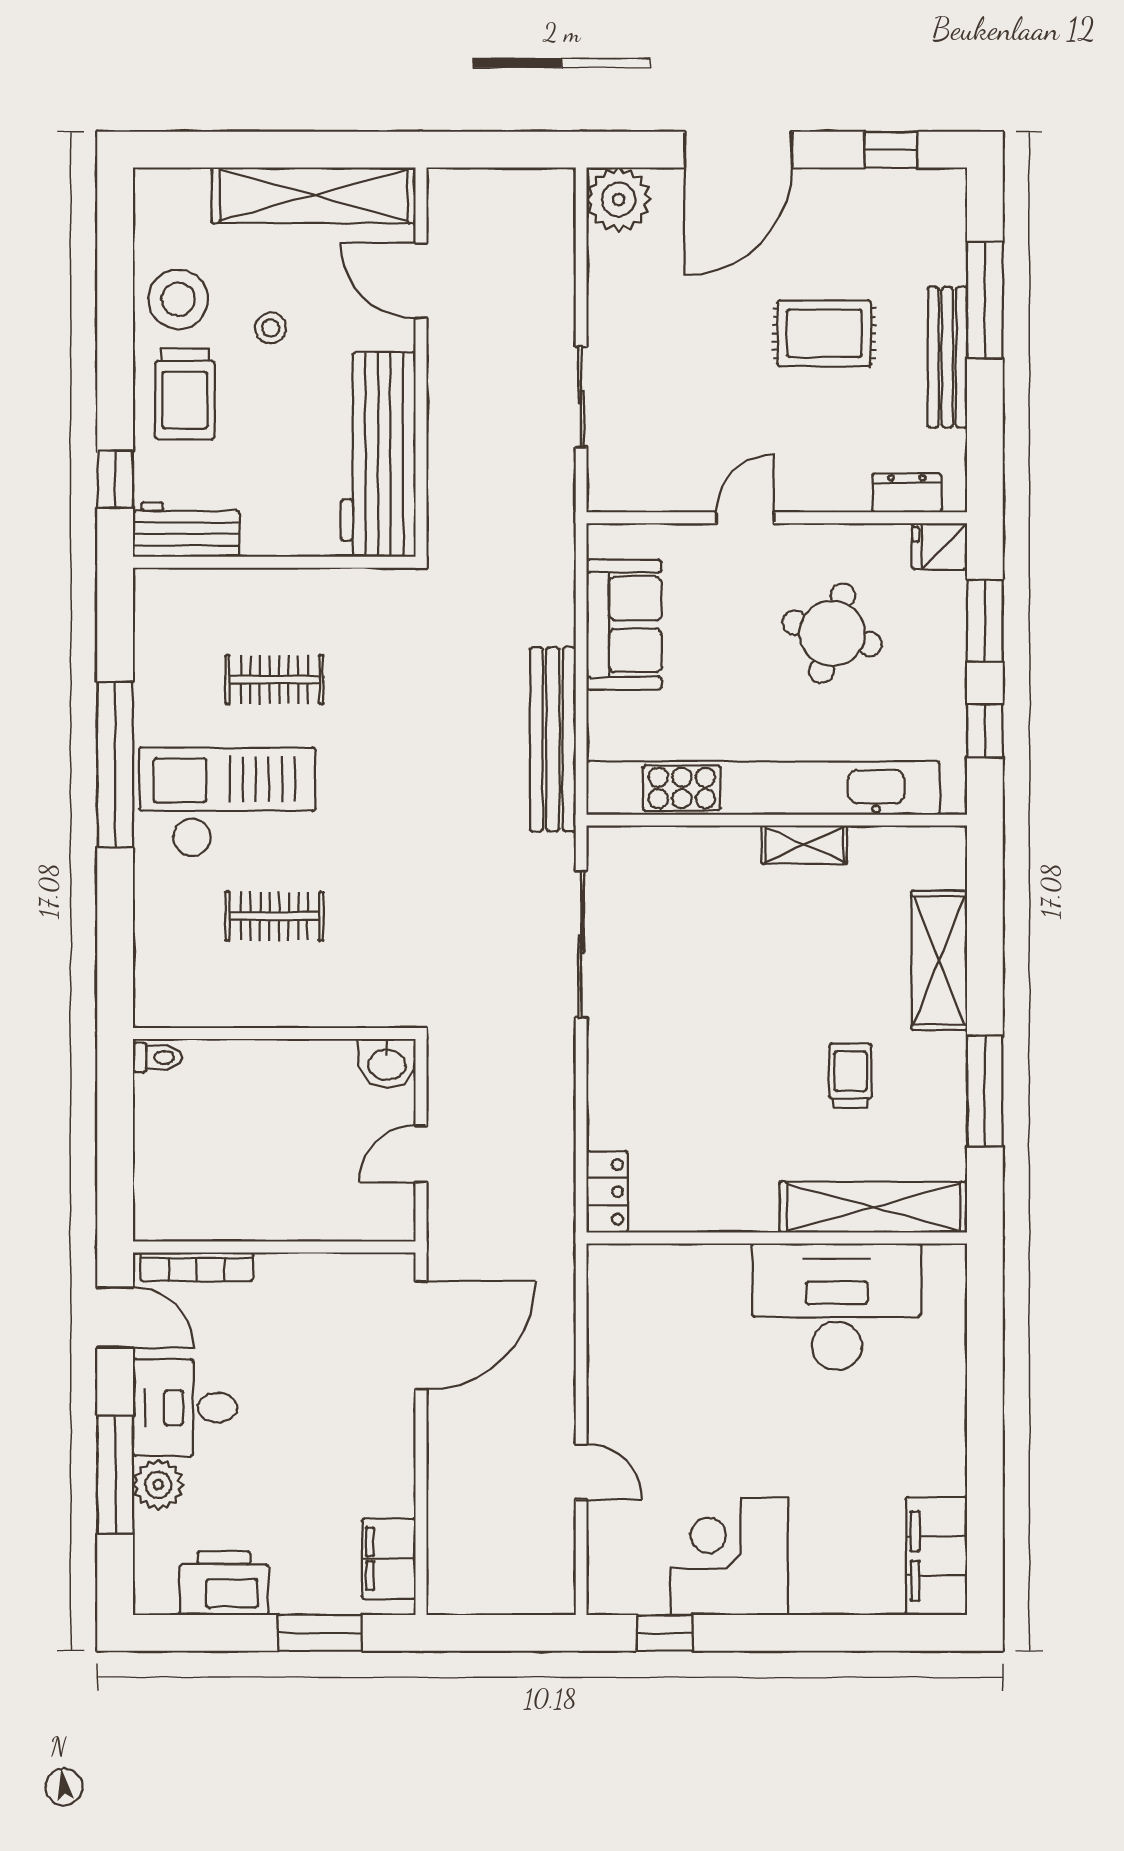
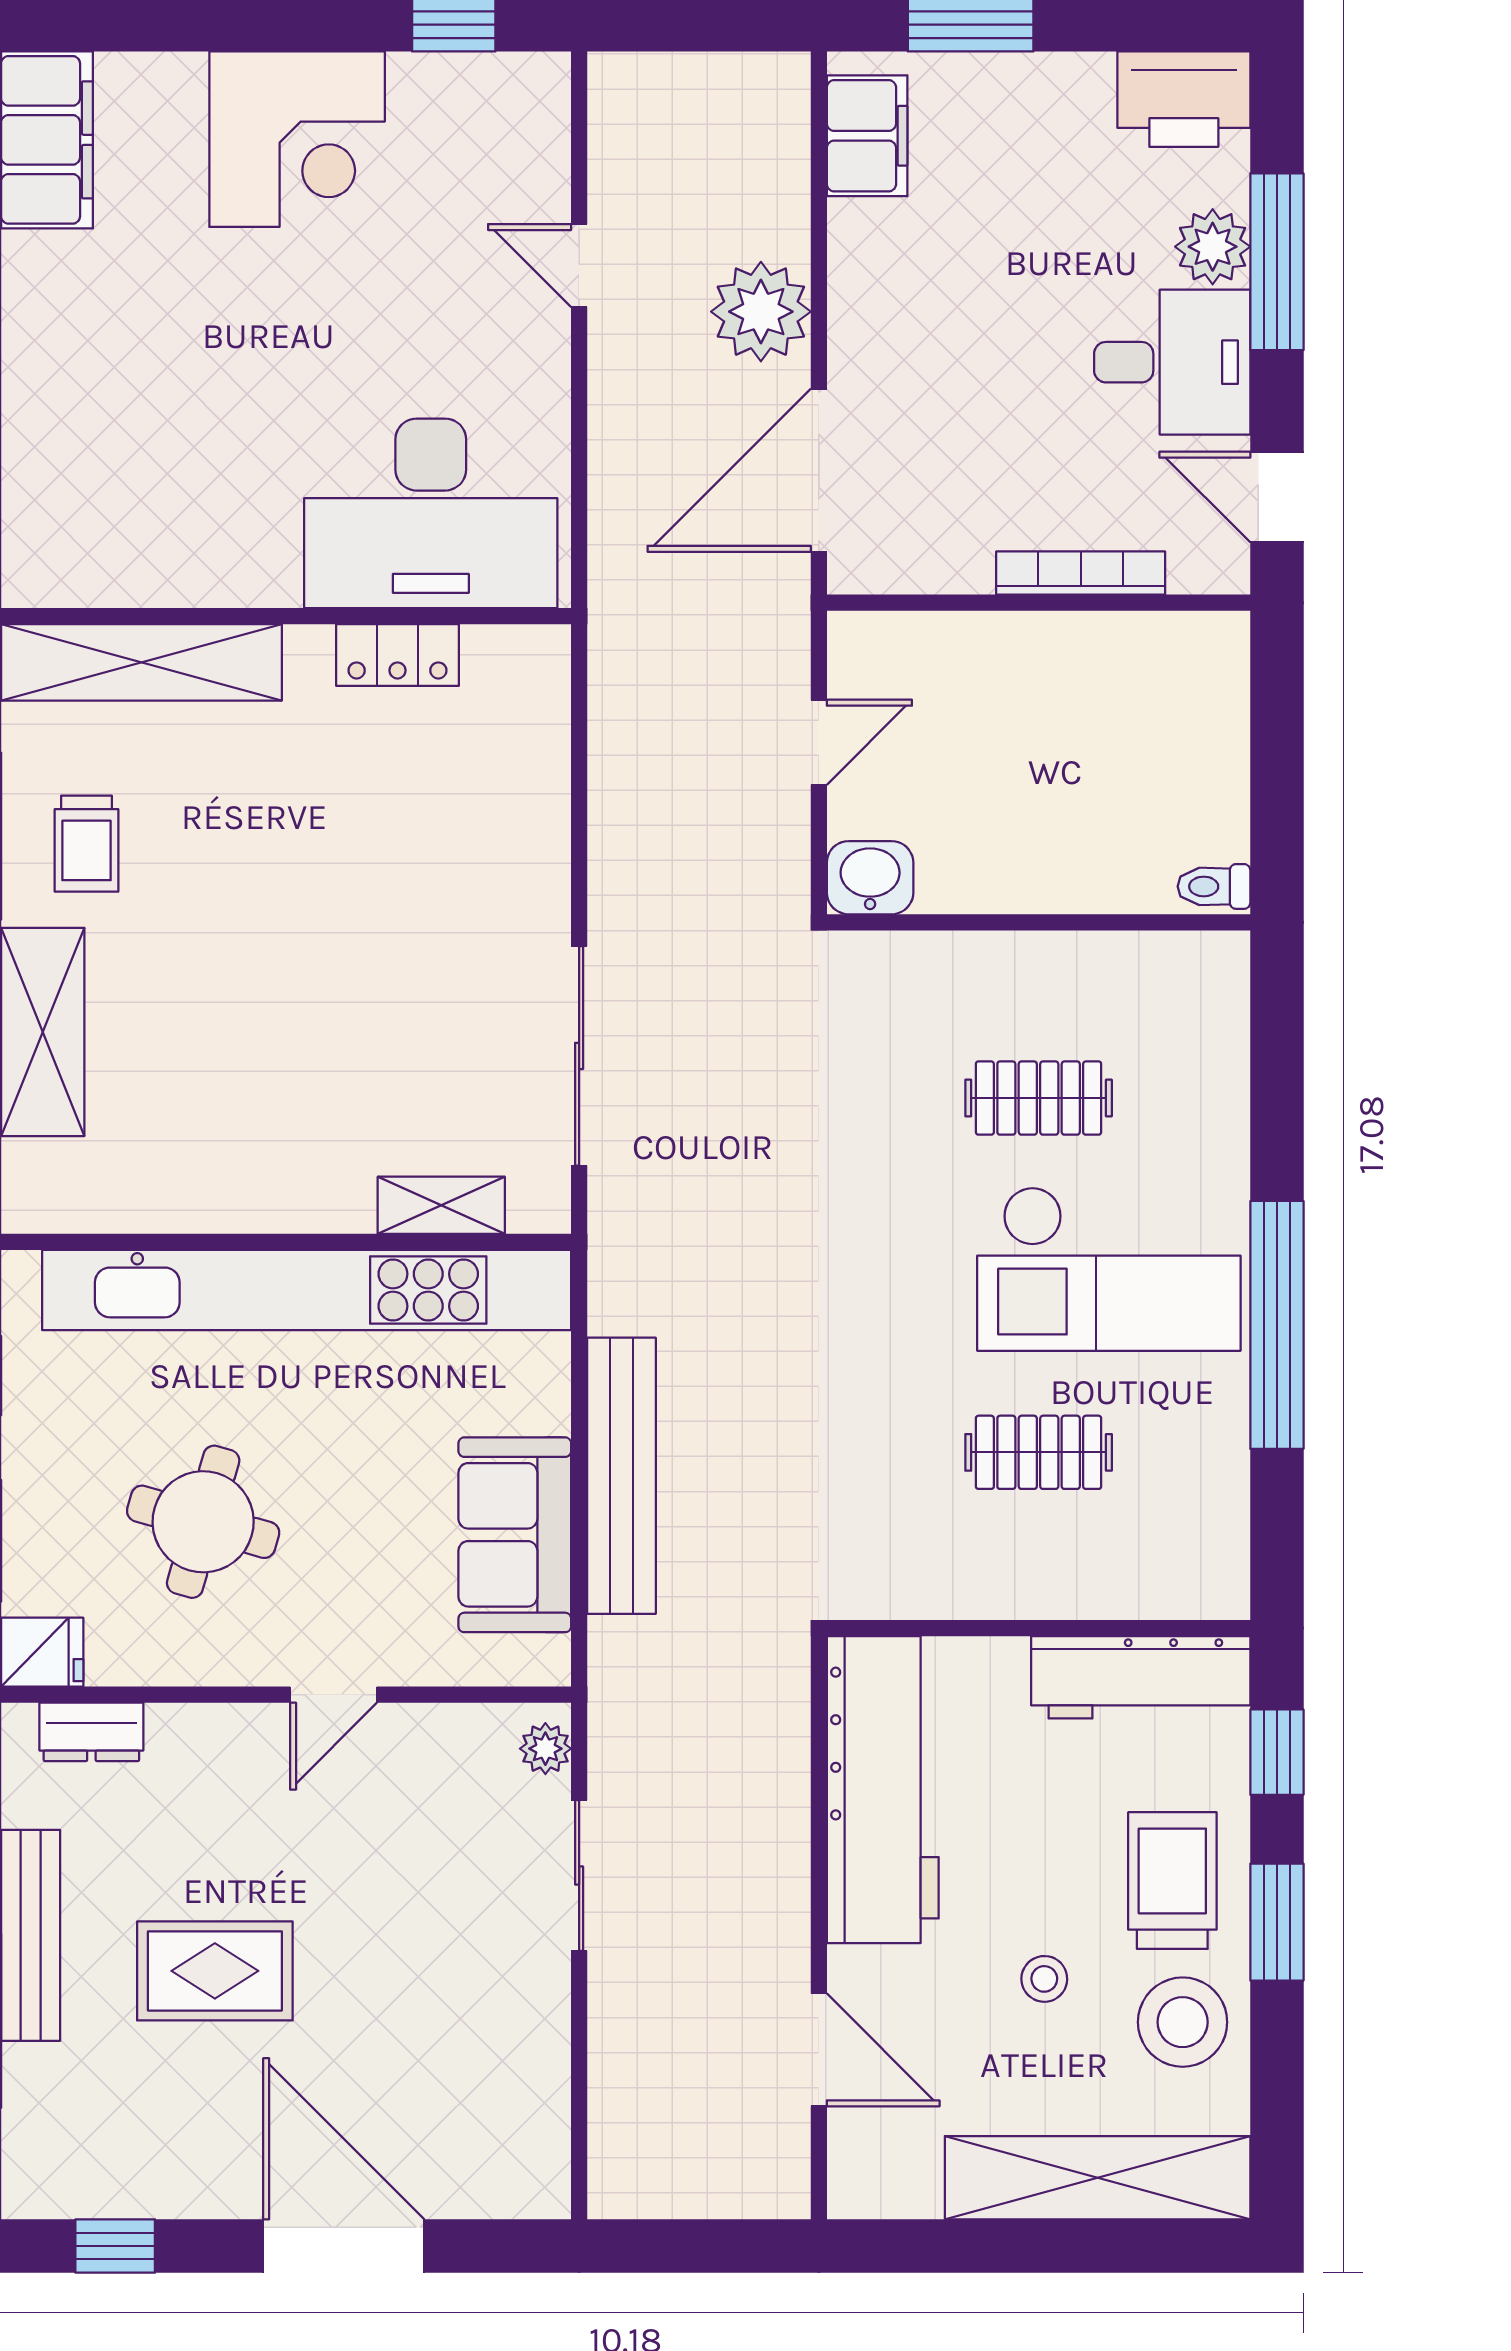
door: (738, 150) -> (344, 2246), hinge flipped
shelving: (314, 195) -> (1098, 2178), moved
plant: (619, 200) -> (545, 1749), moved, width x0.53, depth x0.53
window: (115, 366) -> (1277, 1922), added
workbench: (186, 529) -> (1141, 1677), width x1.38
bench: (553, 739) -> (621, 1476), moved
shelving: (804, 845) -> (441, 1205), moved
trolley: (850, 1076) -> (86, 844), moved
locker: (607, 1192) -> (397, 655), moved, turned -90
bookcase: (197, 1267) -> (1081, 573), moved
desk: (837, 1307) -> (431, 513), moved
plant: (460, 1441) -> (761, 312), added
corner desk: (729, 1557) -> (297, 139), moved
printer: (224, 1583) -> (1184, 99), moved

